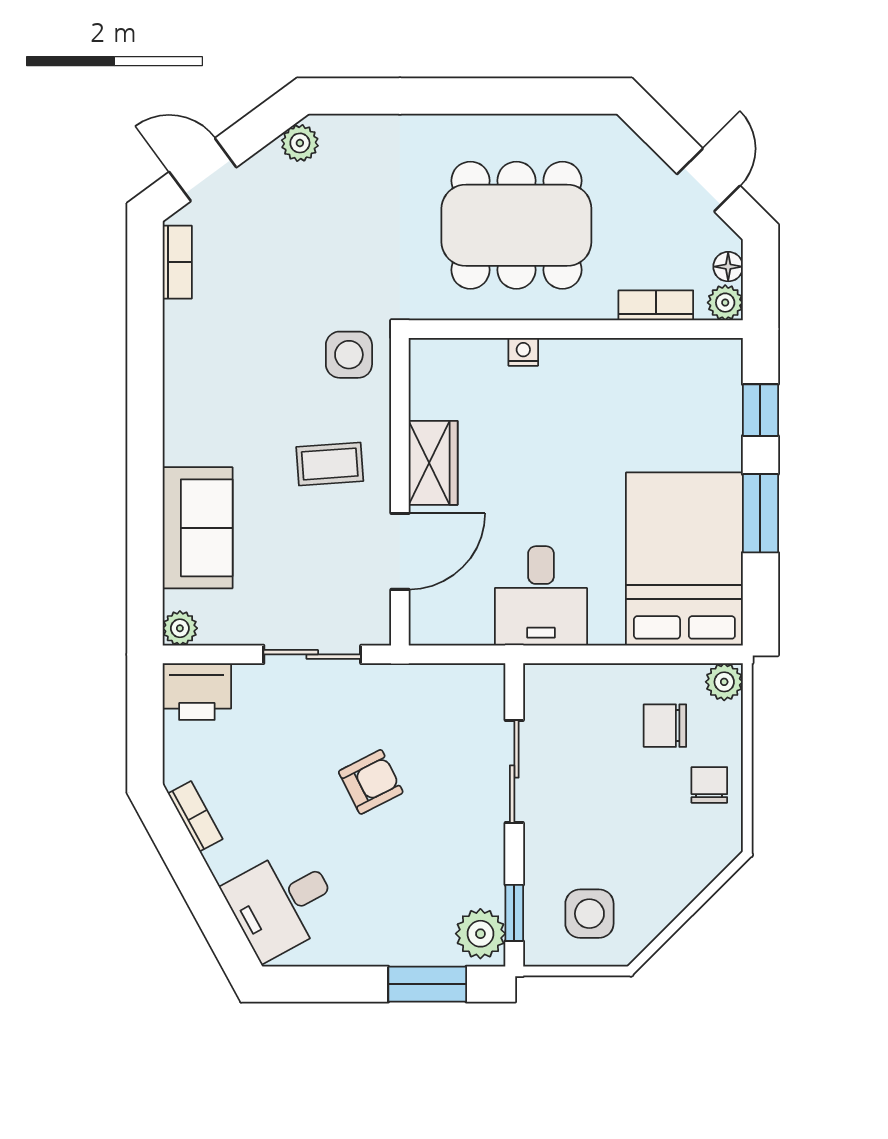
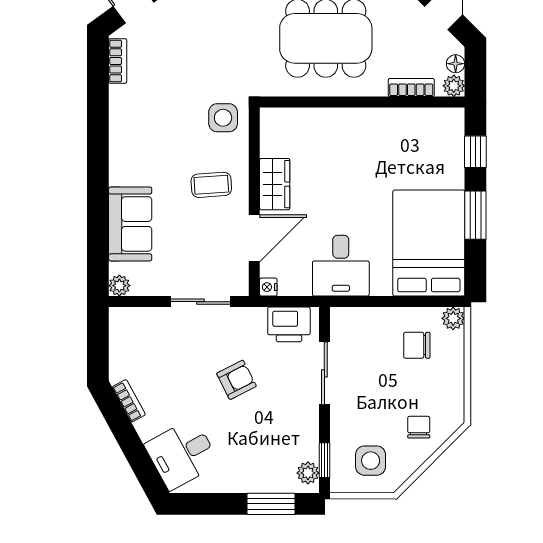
nightstand: (523, 352) -> (268, 287), moved, turned -90
printer: (197, 692) -> (289, 324), moved
chair: (709, 785) -> (419, 427), moved
plant: (480, 934) -> (308, 473), width x0.73, depth x0.73

